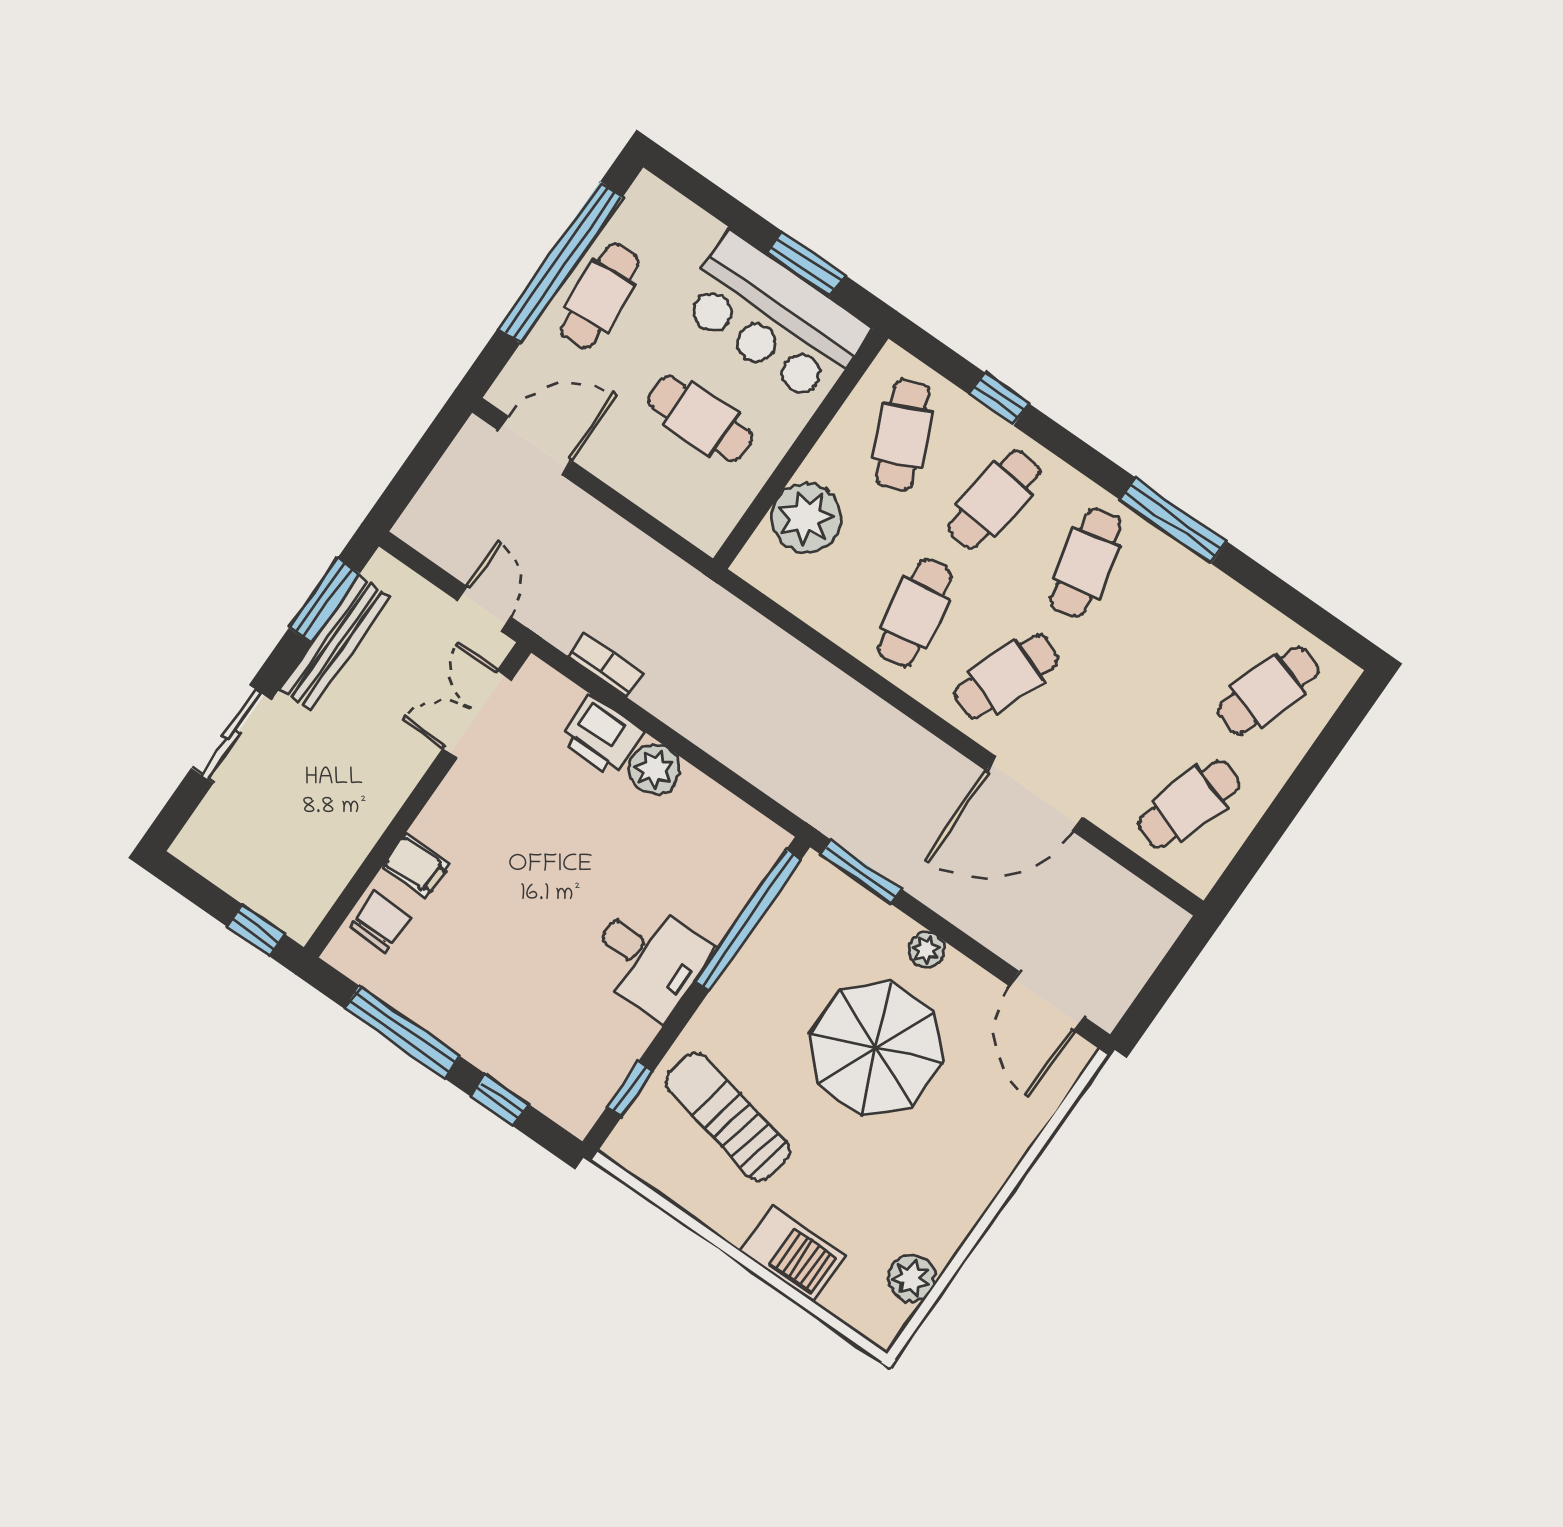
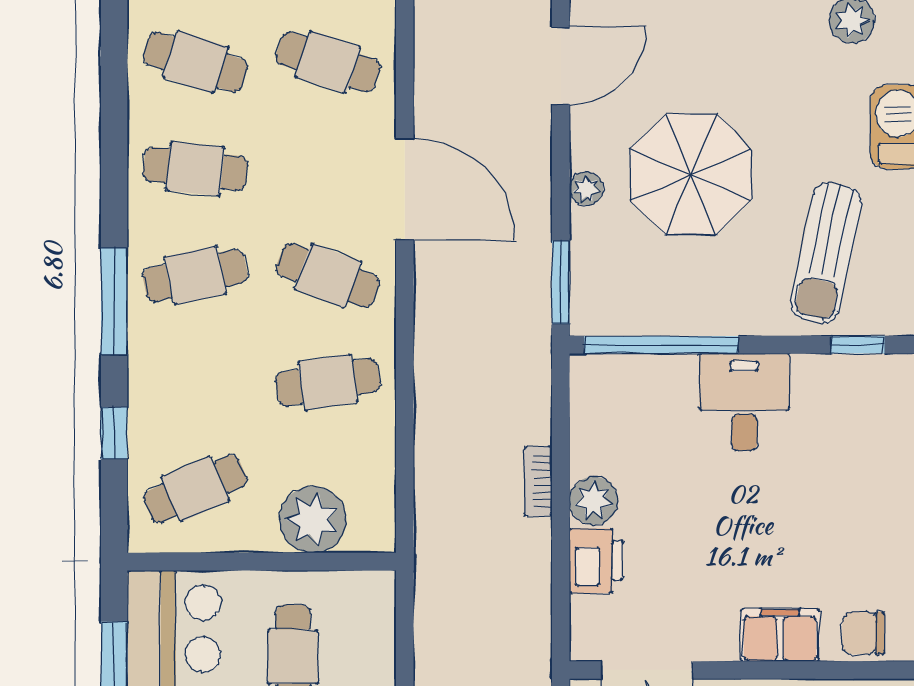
cafe table: (994, 499) -> (195, 169), moved
window: (1173, 521) -> (114, 301), moved
bookcase: (606, 665) -> (538, 481), moved
filing cabinet: (416, 866) -> (780, 635), width x2.00

